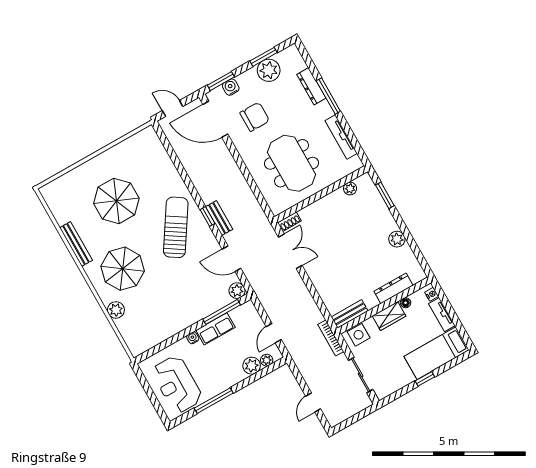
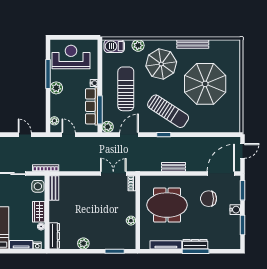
plant: (269, 70) -> (232, 224), removed
dresser: (311, 86) -> (195, 244), moved
water cooler: (231, 87) -> (235, 210), moved
chair: (255, 117) -> (209, 199), turned 90
plant: (350, 189) -> (131, 221), moved
parasol: (116, 201) -> (205, 84), width x1.36, depth x1.36
bench: (219, 218) -> (174, 167), moved
double door: (290, 251) -> (113, 174), swing flipped
dresser: (393, 288) -> (54, 236), moved
sun lounger: (178, 295) -> (126, 89), added
row of seats: (216, 329) -> (92, 106), width x1.48
barbecue: (133, 339) -> (114, 46), added
plant: (252, 366) -> (56, 88), moved
door: (313, 403) -> (25, 135), moved

